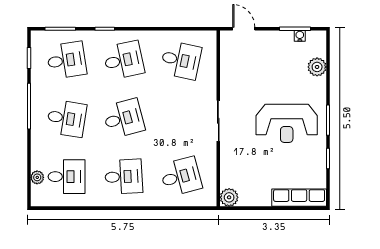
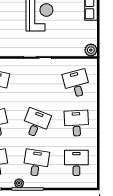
desk: (124, 118) -> (36, 123), turned 36
plant: (37, 177) -> (19, 183), moved

